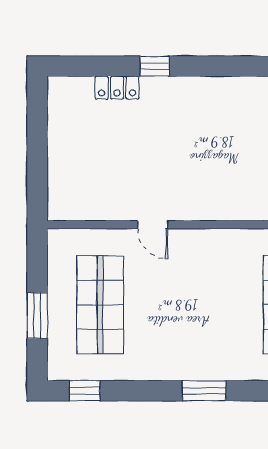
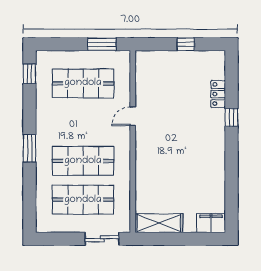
window: (37, 140) -> (186, 44), added
shop shelf: (224, 305) -> (83, 161), added
window: (37, 316) -> (102, 44), moved

